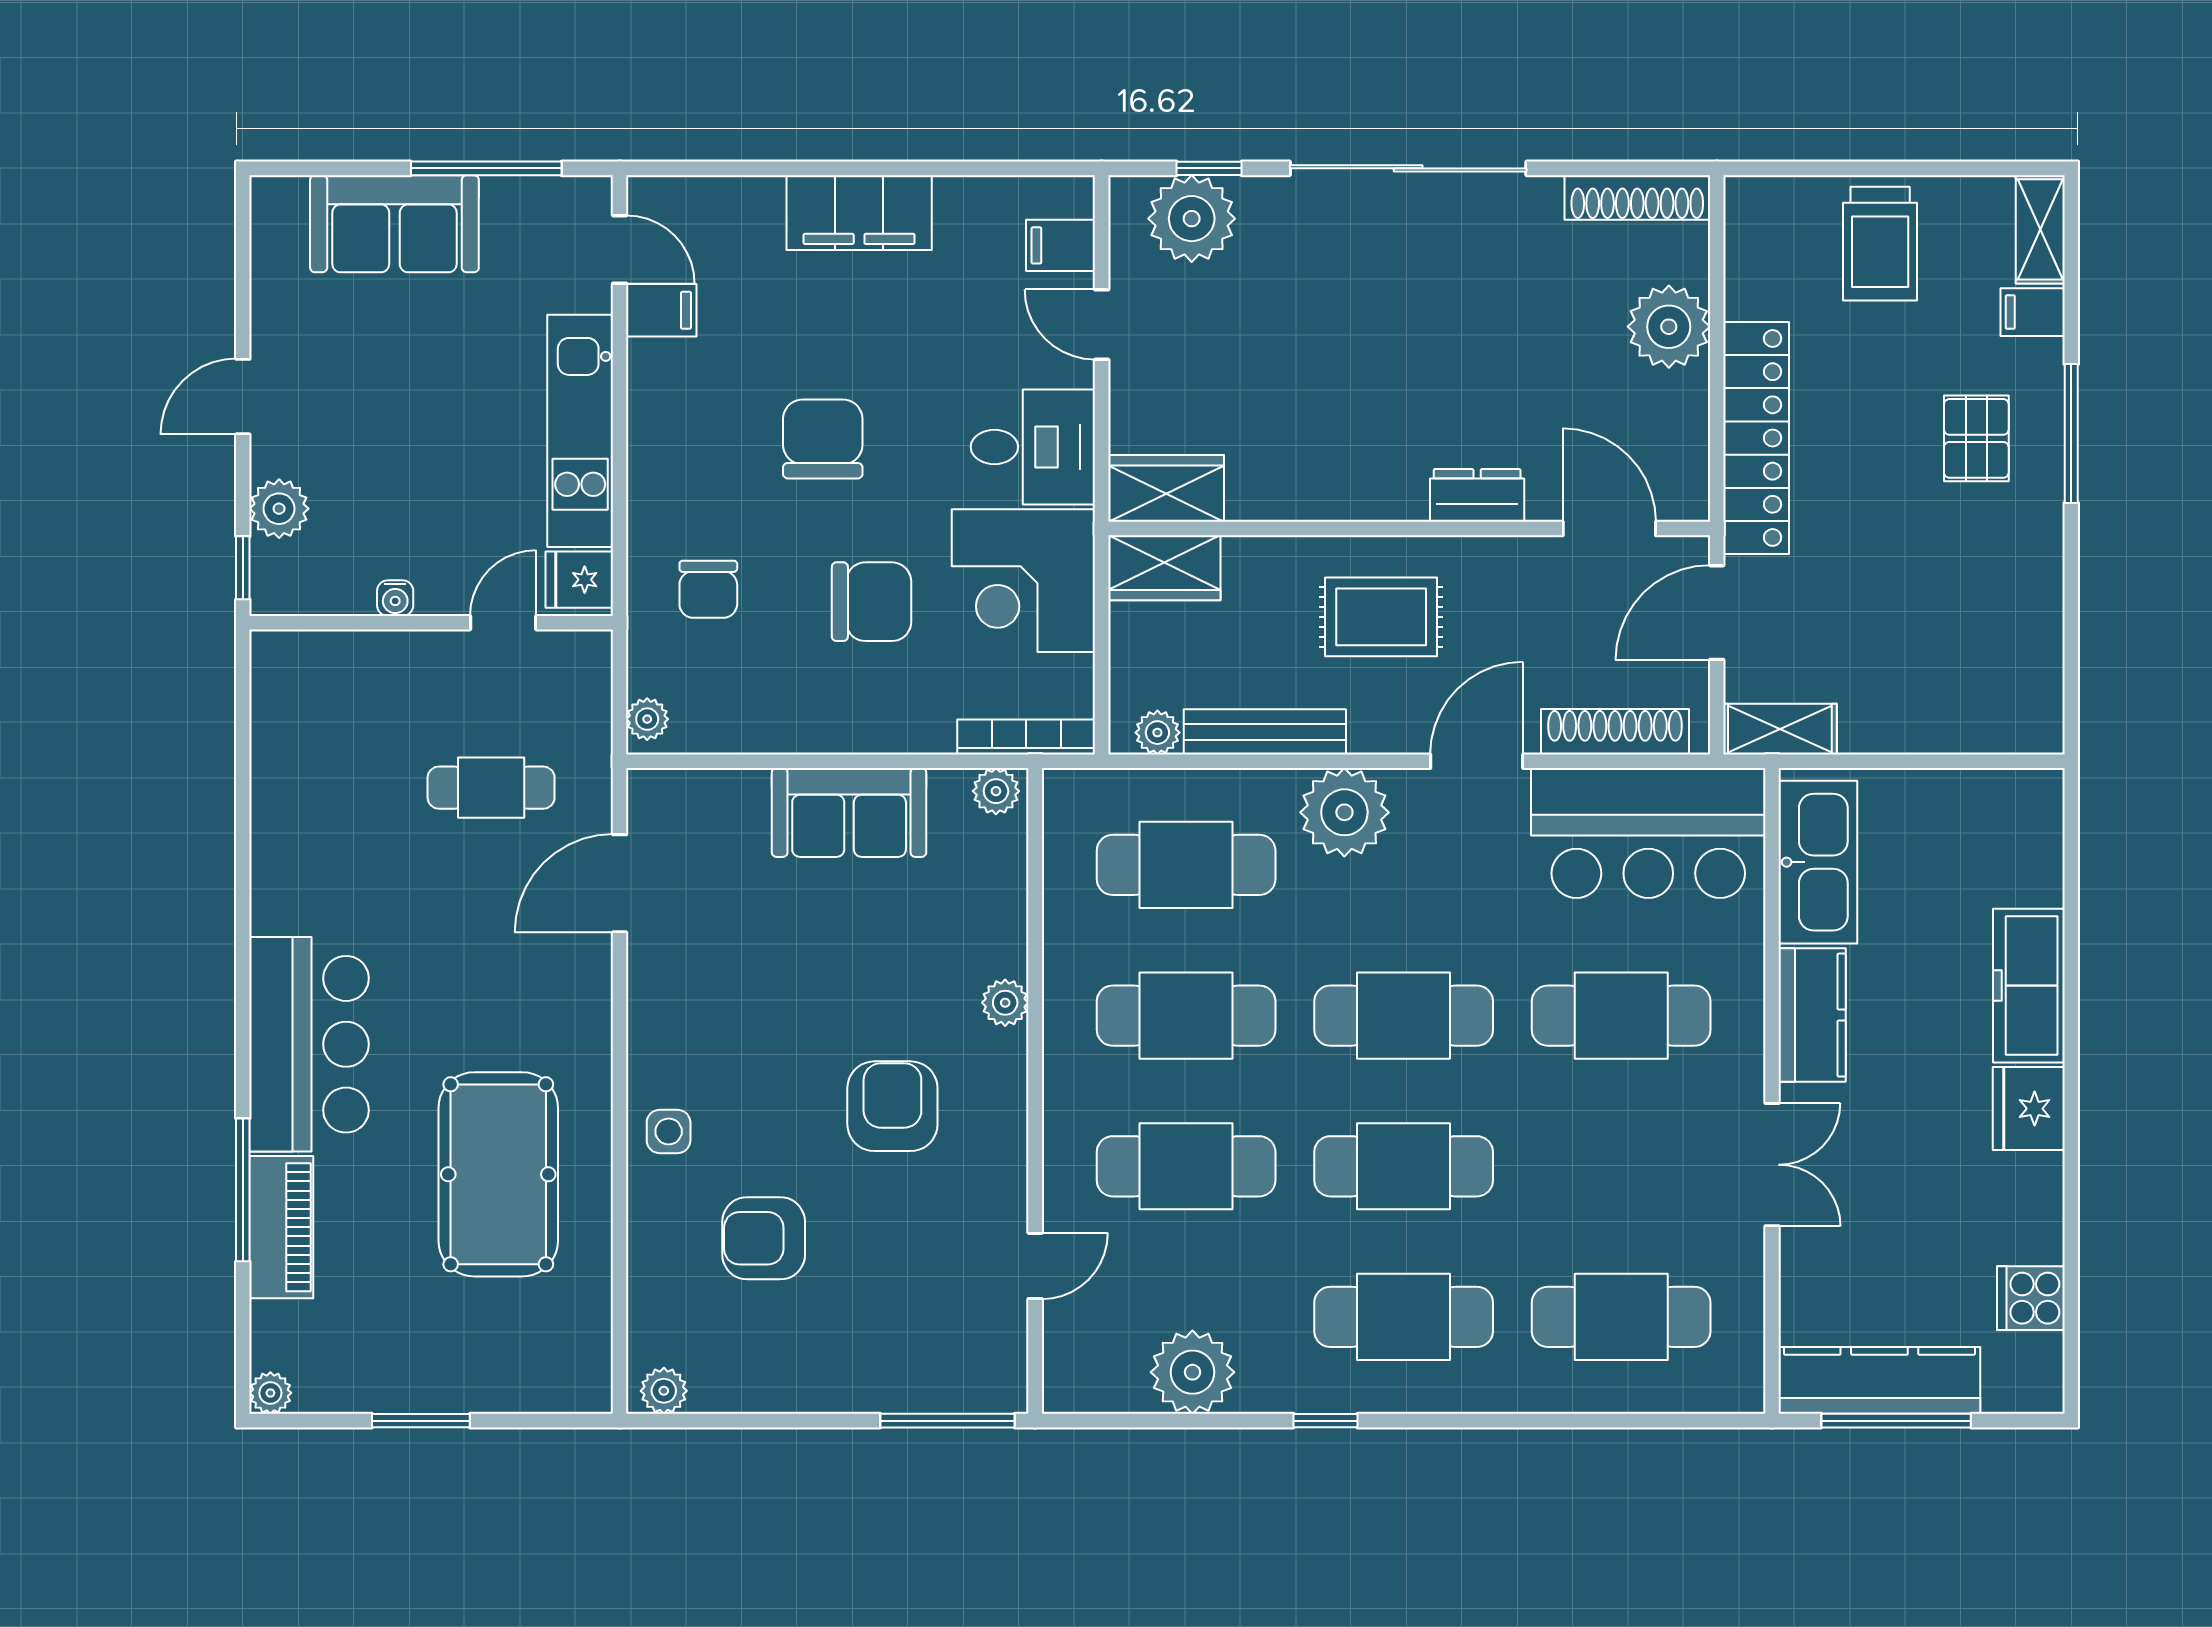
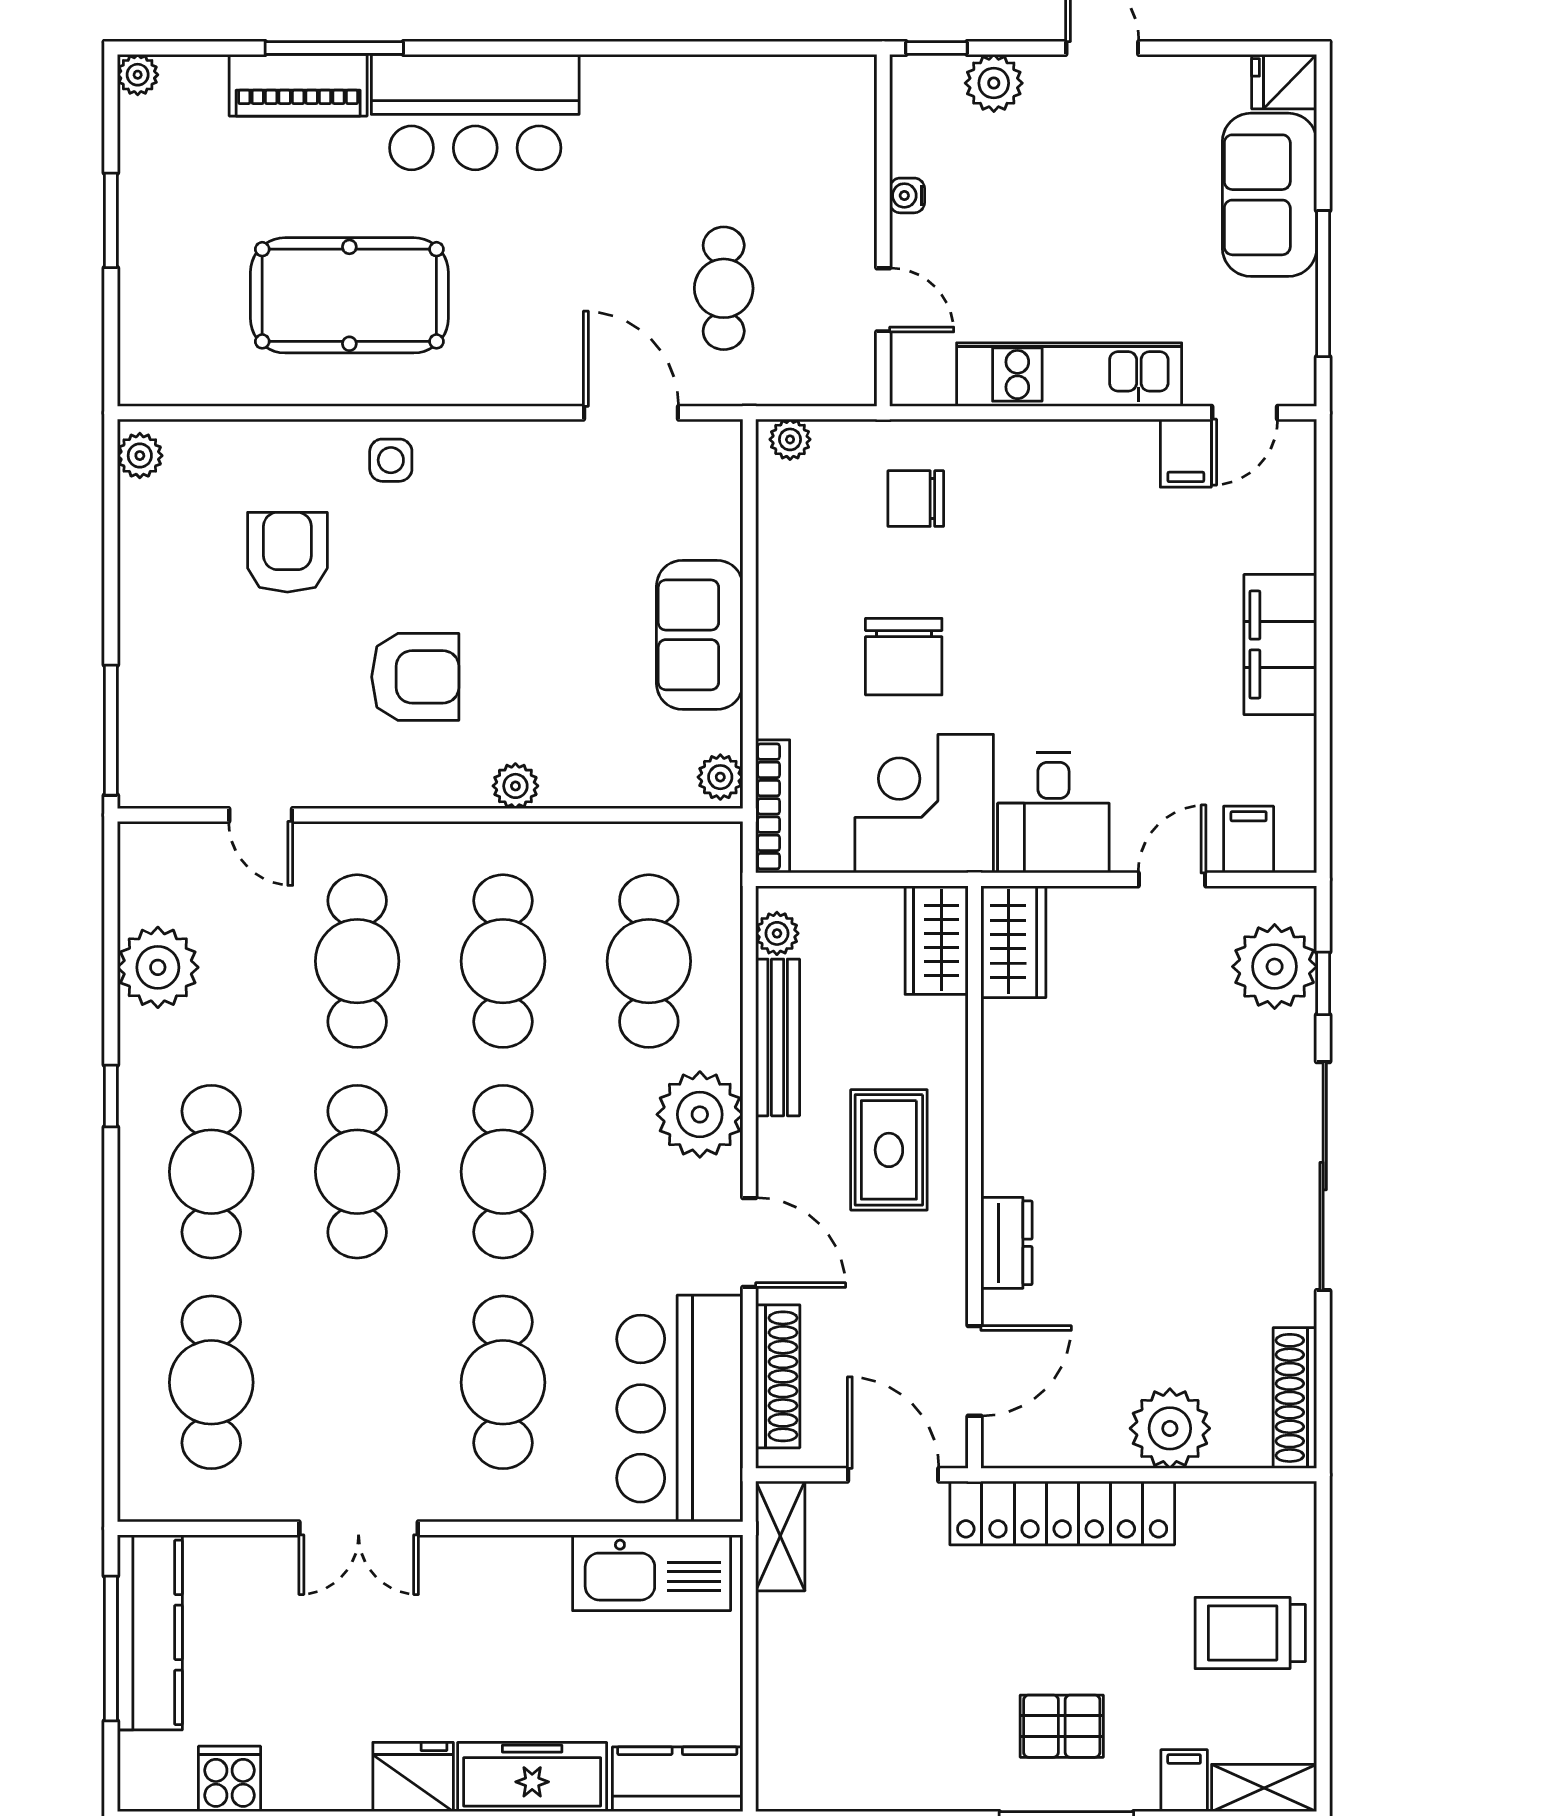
chair: (823, 439) -> (1061, 609), removed
fridge: (579, 580) -> (1284, 82), moved, turned -90
kitchen counter: (1812, 1015) -> (677, 1779), moved, turned 180

